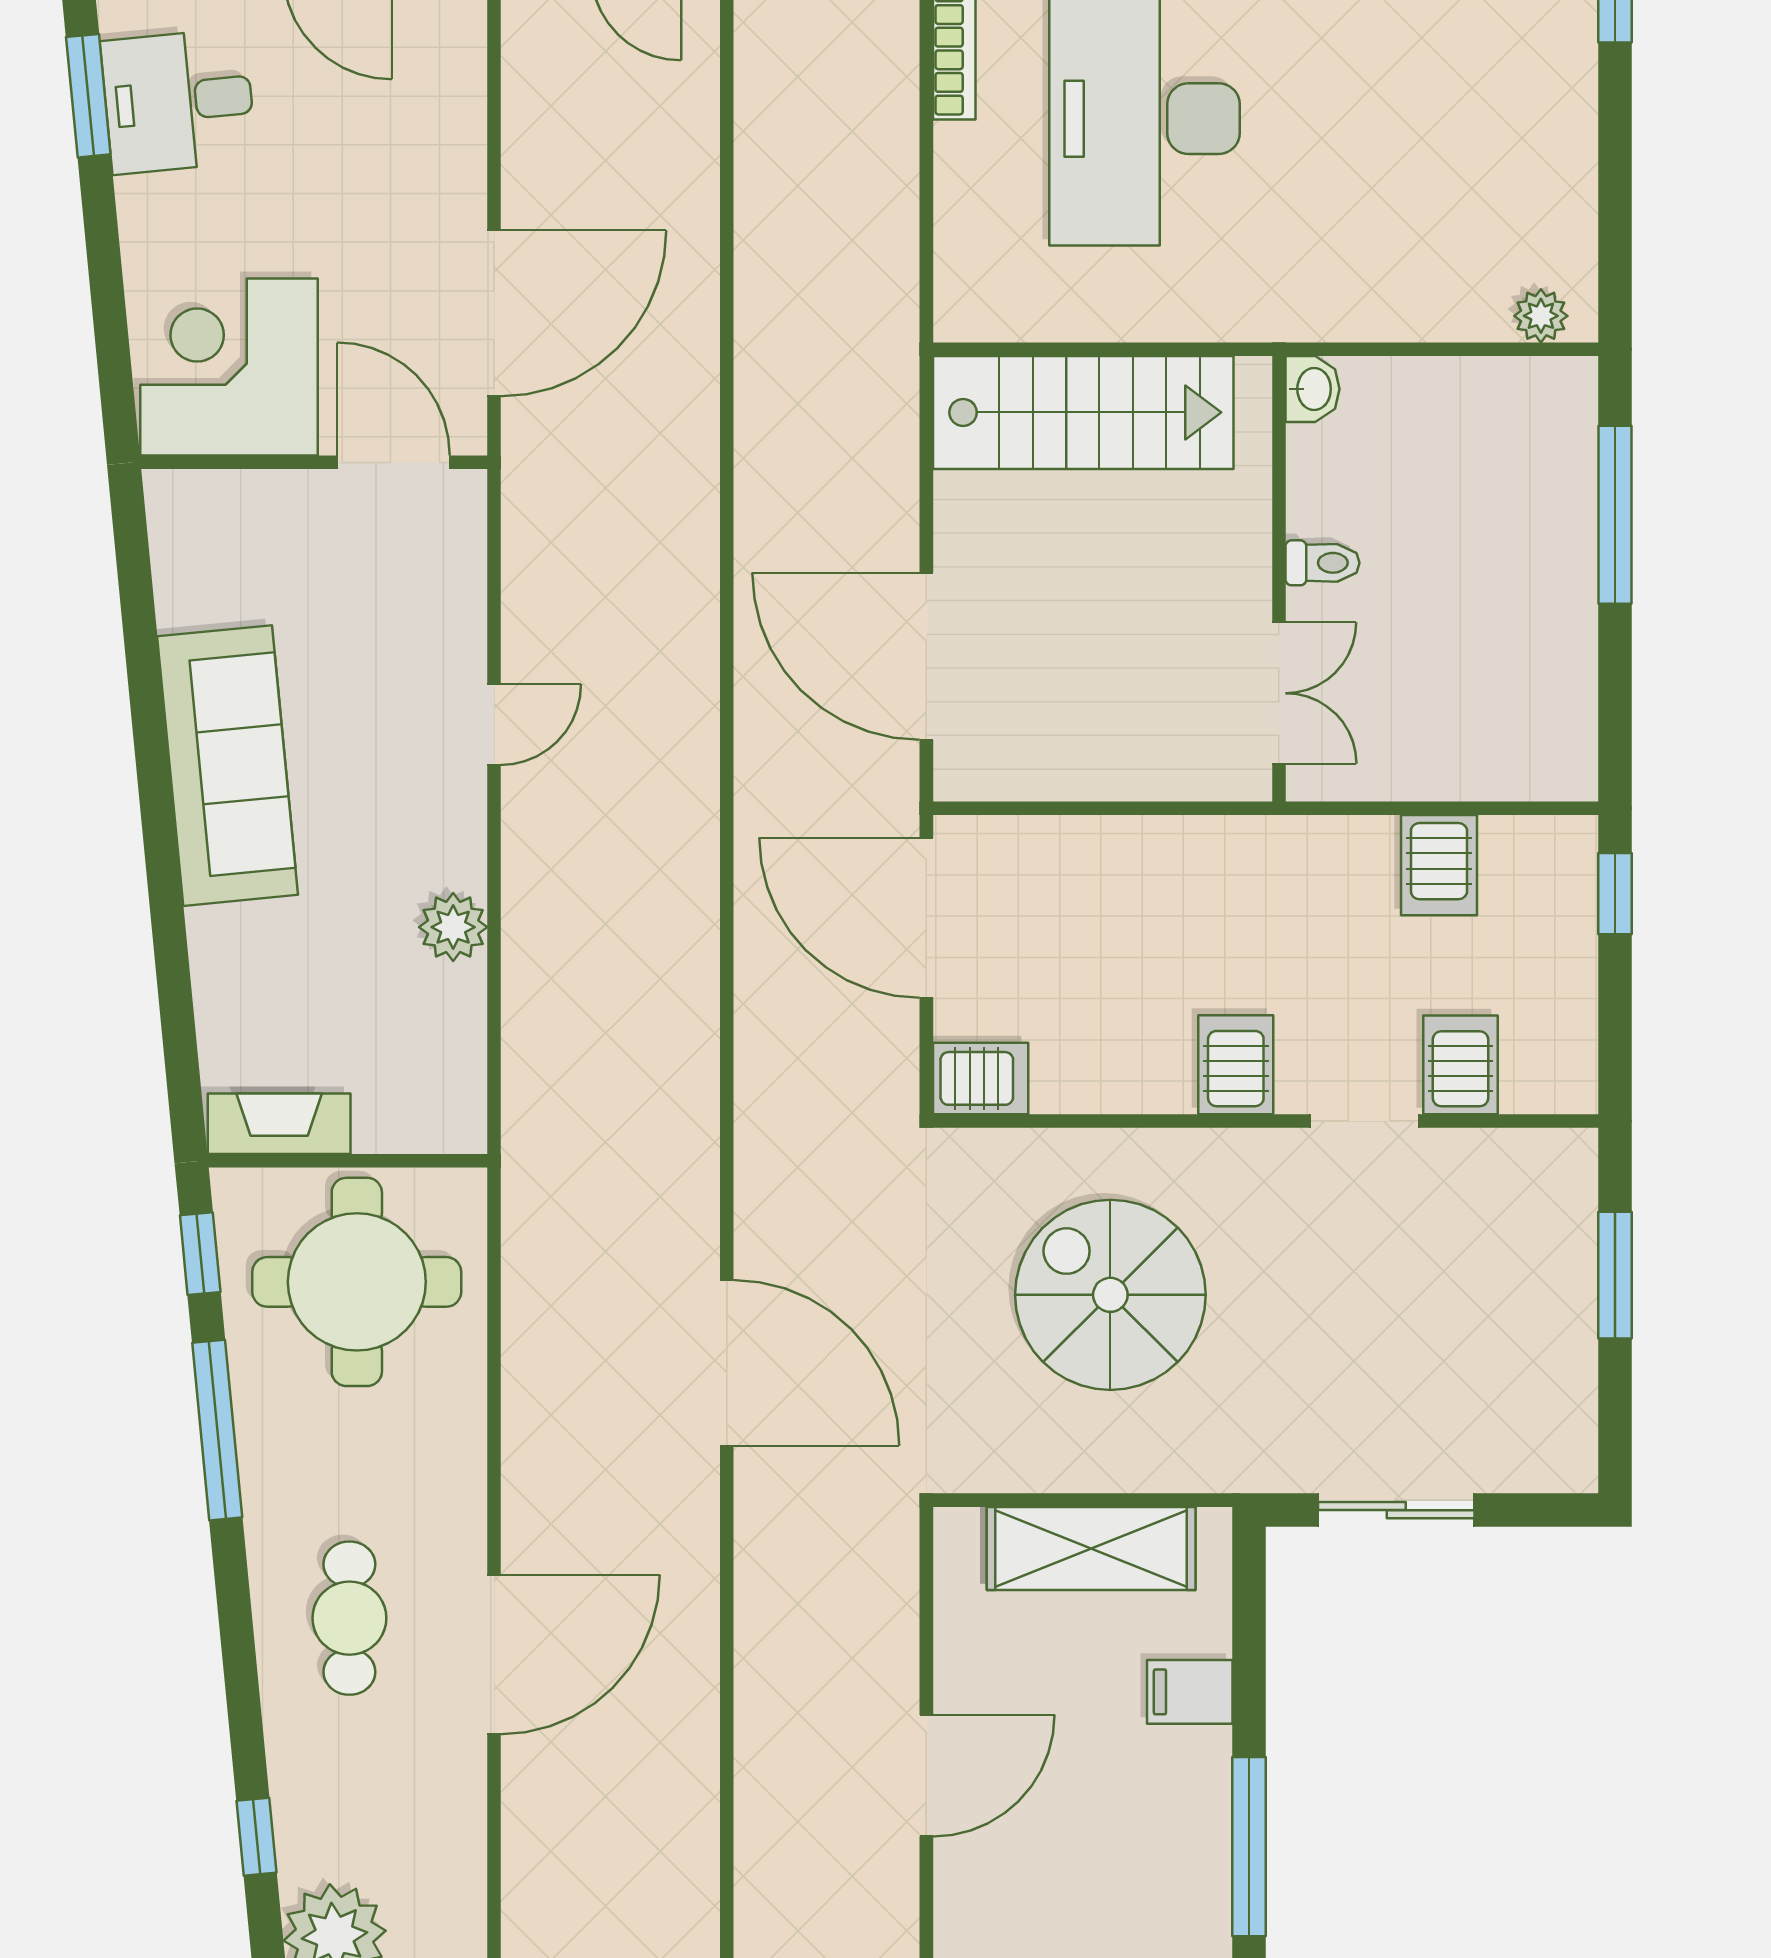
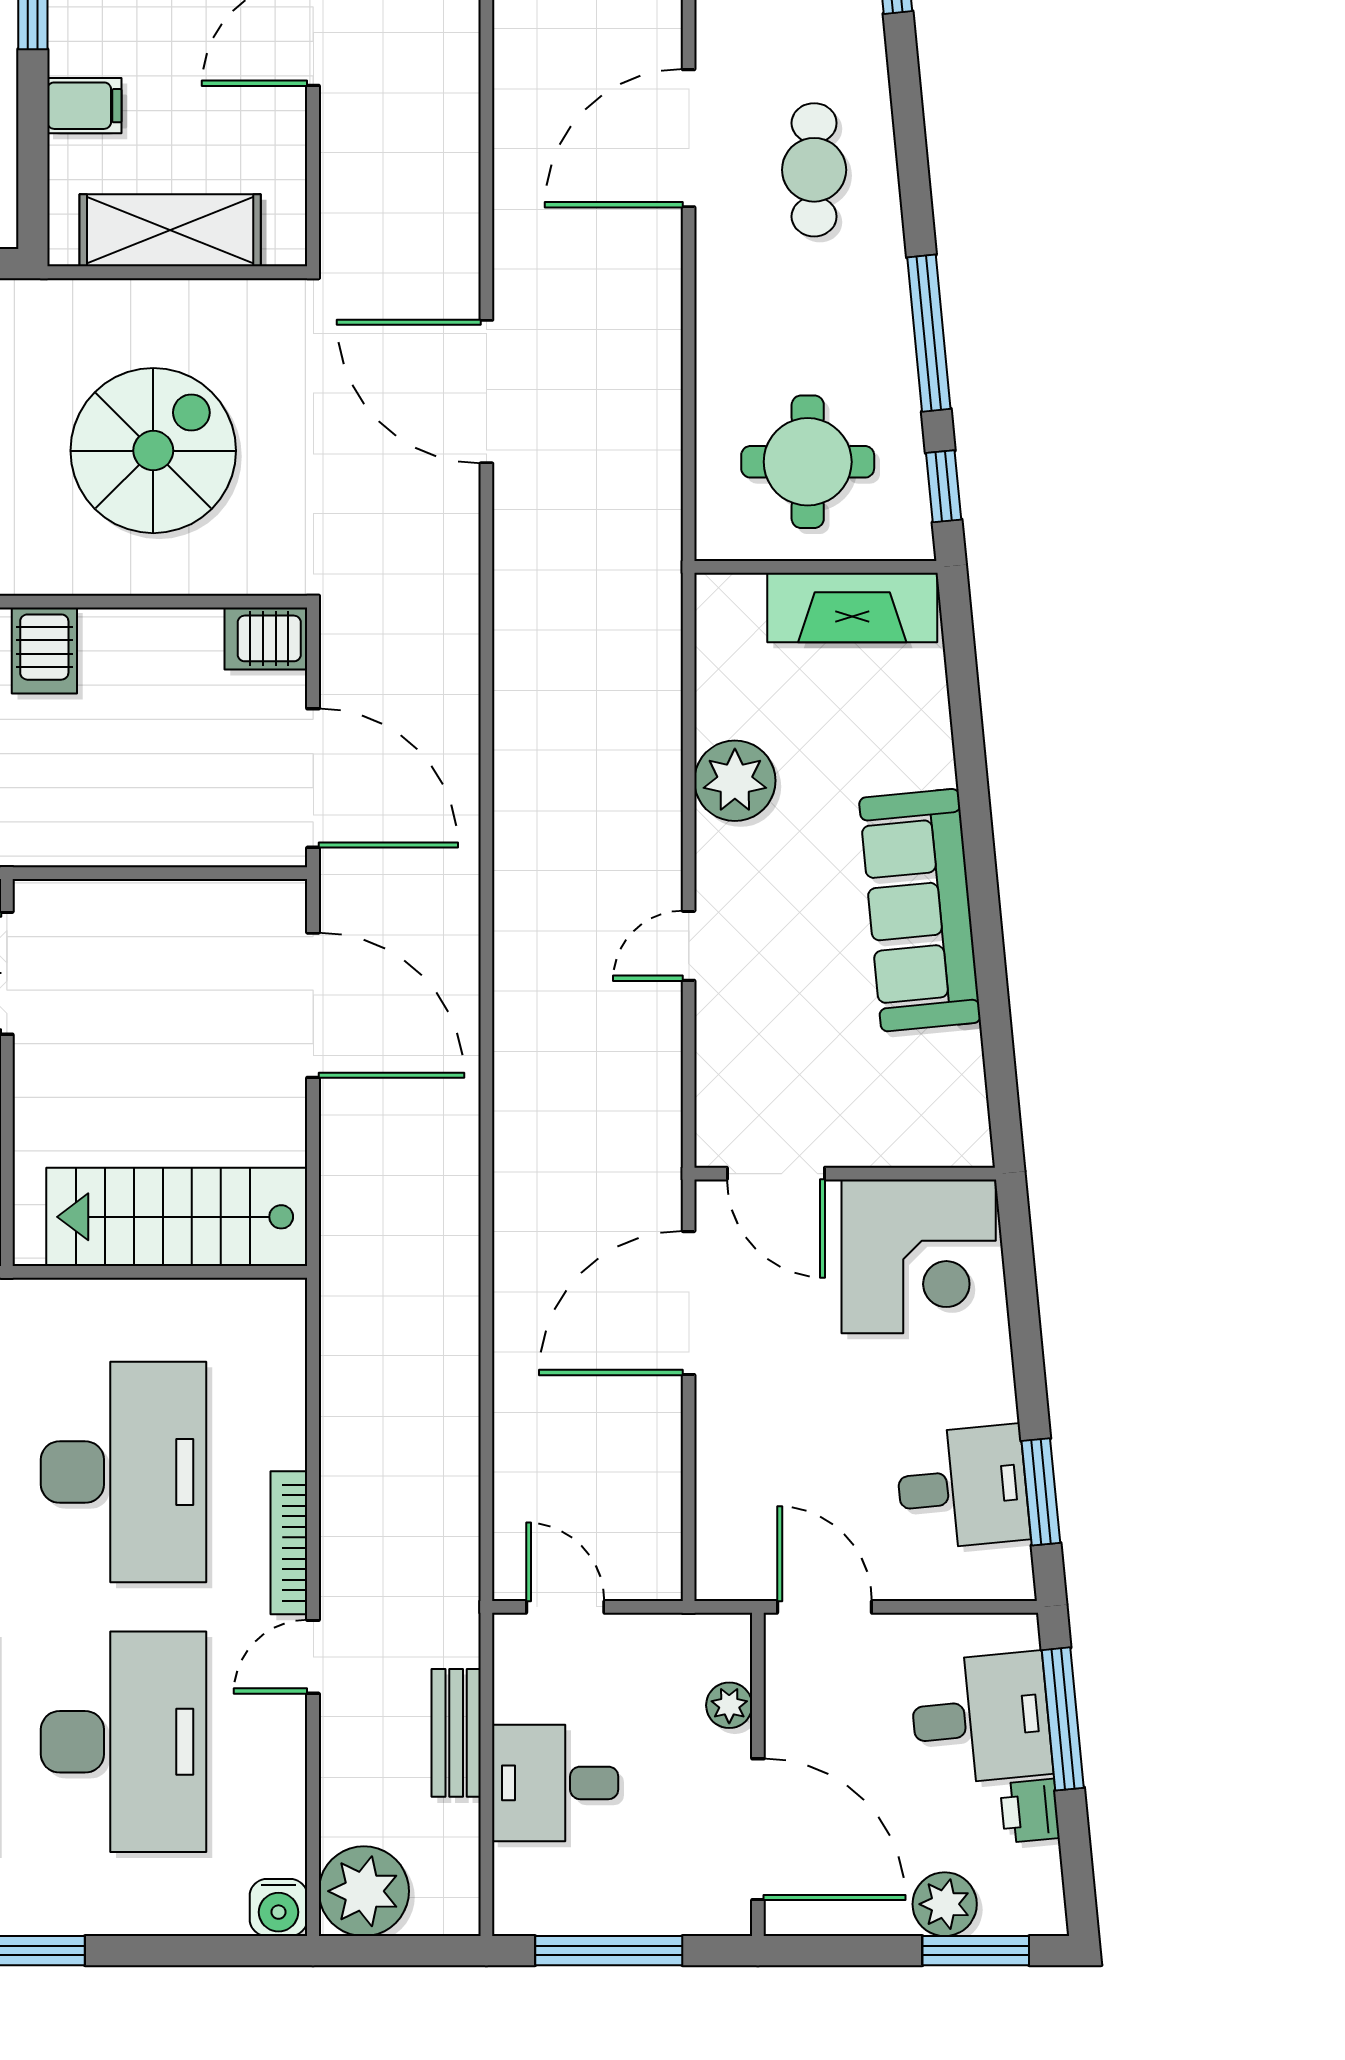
plant: (453, 927) -> (735, 781), width x1.36, depth x1.36
fireplace: (279, 1124) -> (852, 608), width x1.37, depth x1.32
round table: (357, 1282) -> (808, 462), width x0.73, depth x0.73
spiral stairs: (1110, 1295) -> (153, 451), turned -90

